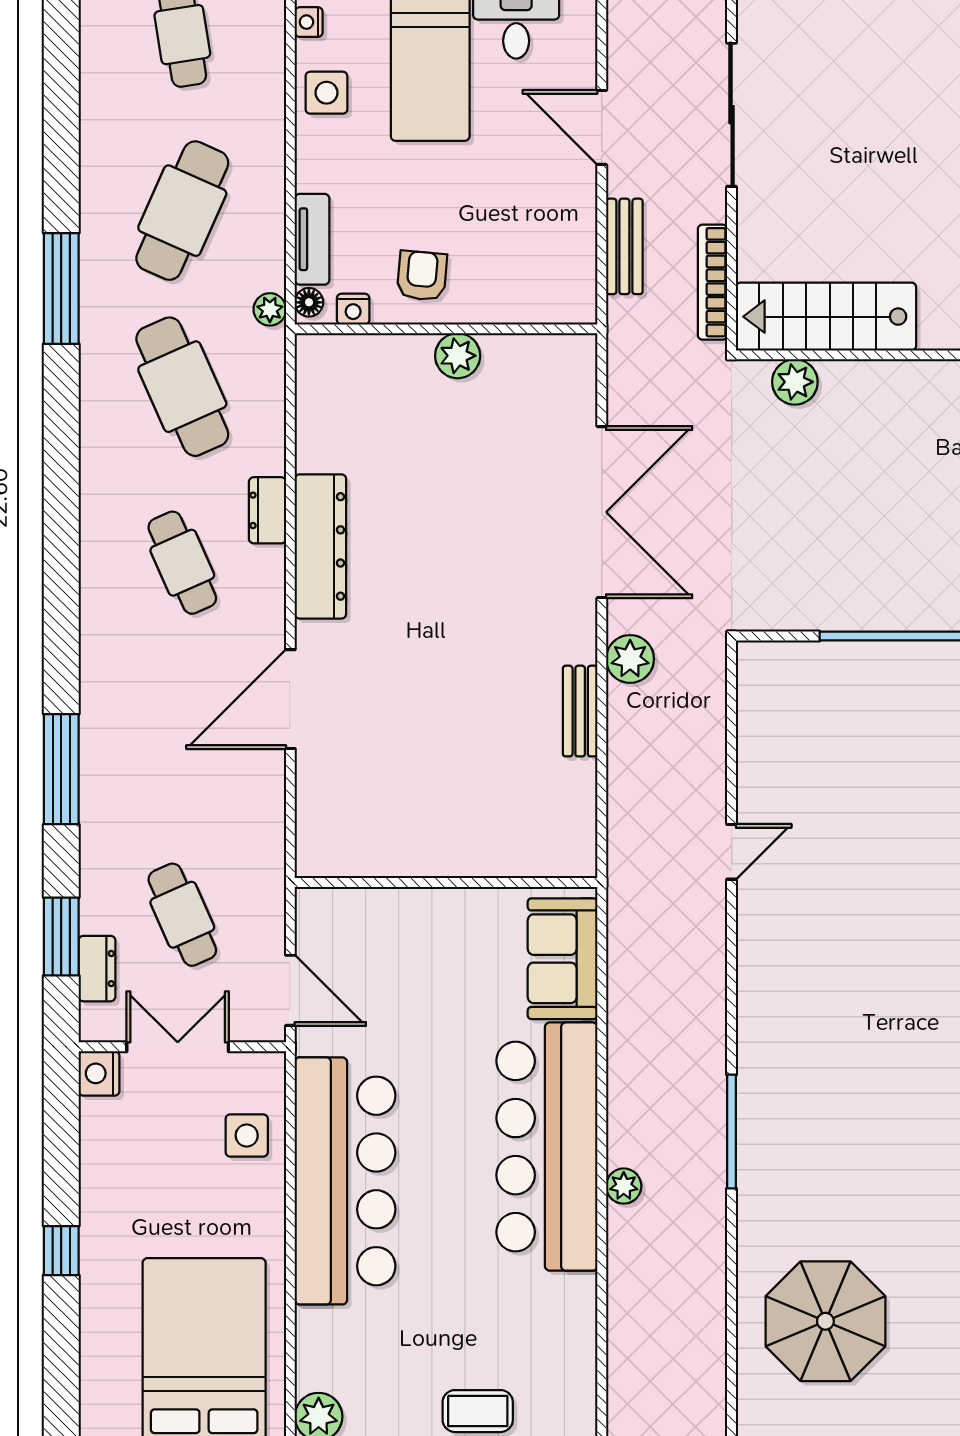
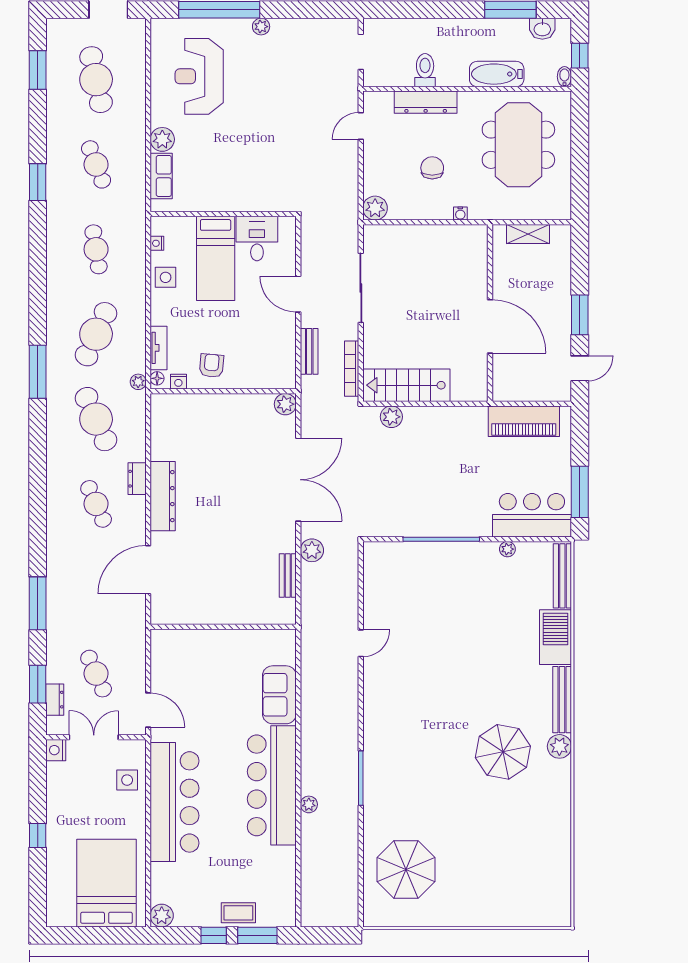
plant: (458, 356) -> (285, 404), moved
wall: (446, 882) -> (223, 627), moved

